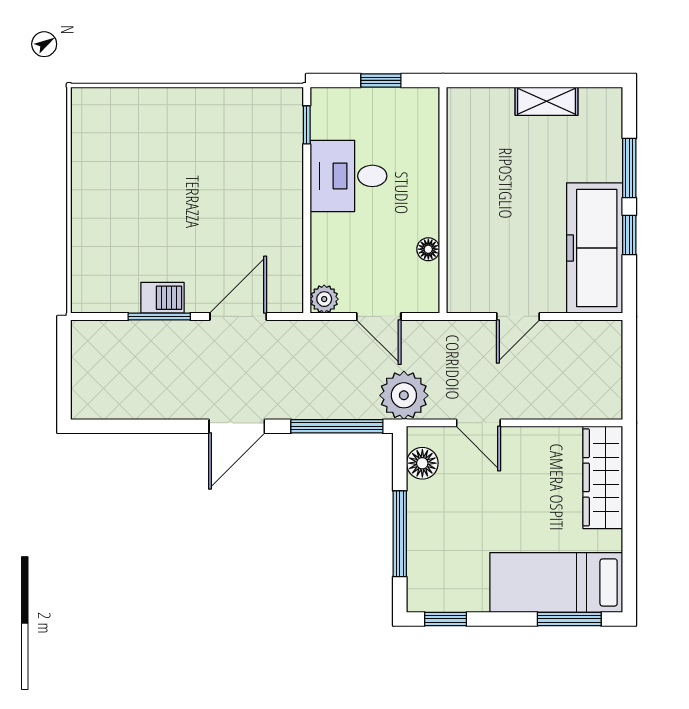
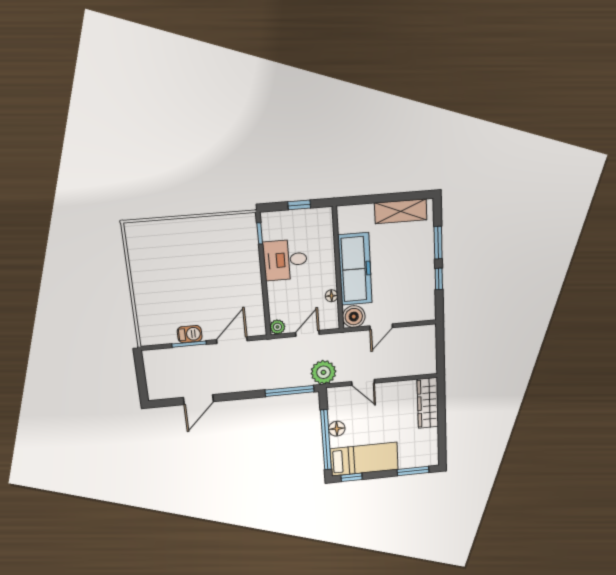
shelving: (547, 101) -> (401, 211), width x1.50, depth x1.33
freezer: (595, 248) -> (355, 269), moved, turned 180
boiler: (467, 292) -> (354, 317), added
door: (379, 316) -> (307, 333), swing flipped
door: (237, 426) -> (198, 400), moved
floor lamp: (422, 463) -> (337, 429), moved
window: (400, 534) -> (326, 440), width x1.46
bed: (556, 582) -> (364, 459), moved, turned 180

